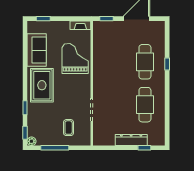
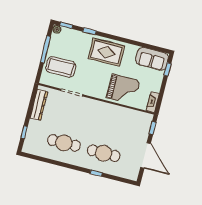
sofa: (37, 50) -> (152, 59), moved
coffee table: (69, 128) -> (61, 67), width x1.86, depth x1.72
dresser: (131, 140) -> (39, 105), moved

